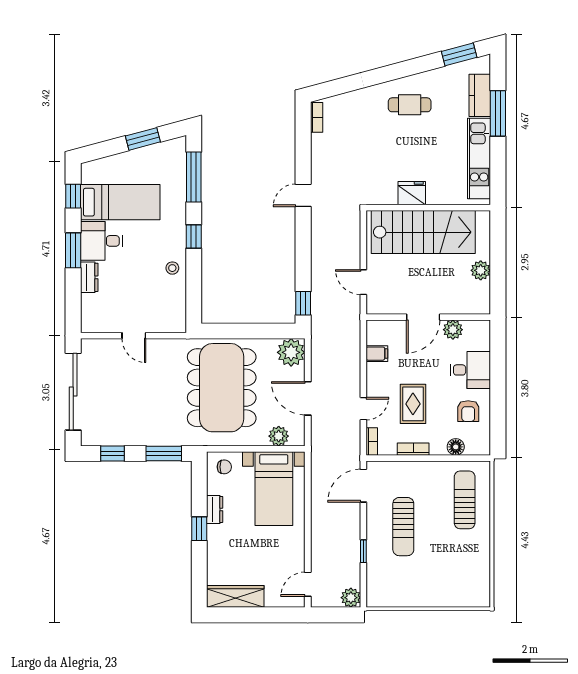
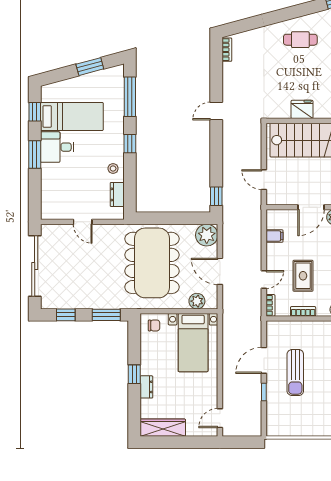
dresser: (89, 277) -> (117, 194), moved, turned 180
door: (363, 486) -> (264, 360), moved
dresser: (215, 509) -> (146, 387), moved
plant: (351, 598) -> (254, 429), removed

